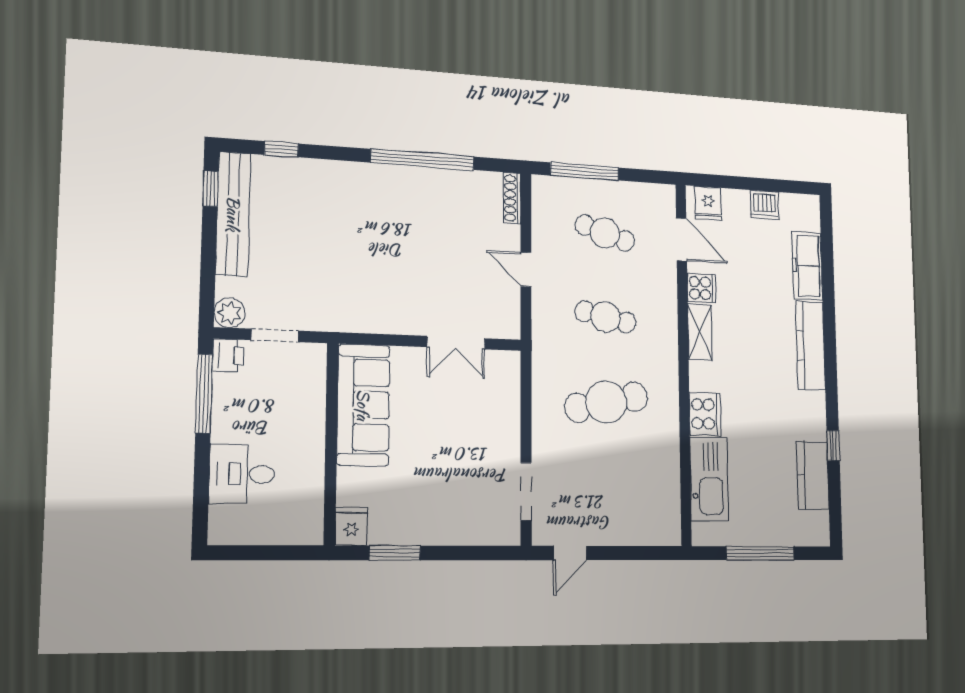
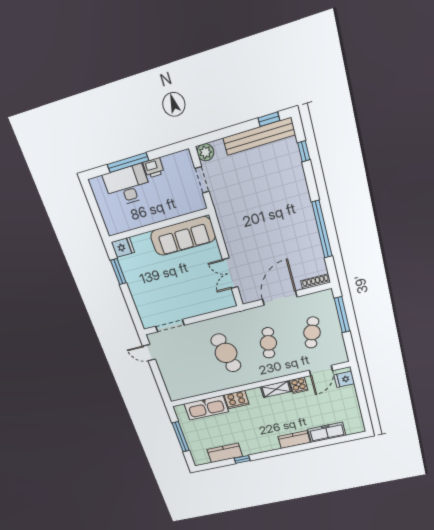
dishwasher: (765, 205) -> (352, 406), removed
door: (526, 269) -> (280, 298), width x1.87
kitchen counter: (811, 346) -> (294, 440), width x0.67
printer: (228, 356) -> (154, 168), moved
window: (204, 394) -> (128, 162), moved
desk: (242, 474) -> (127, 185), width x1.37

